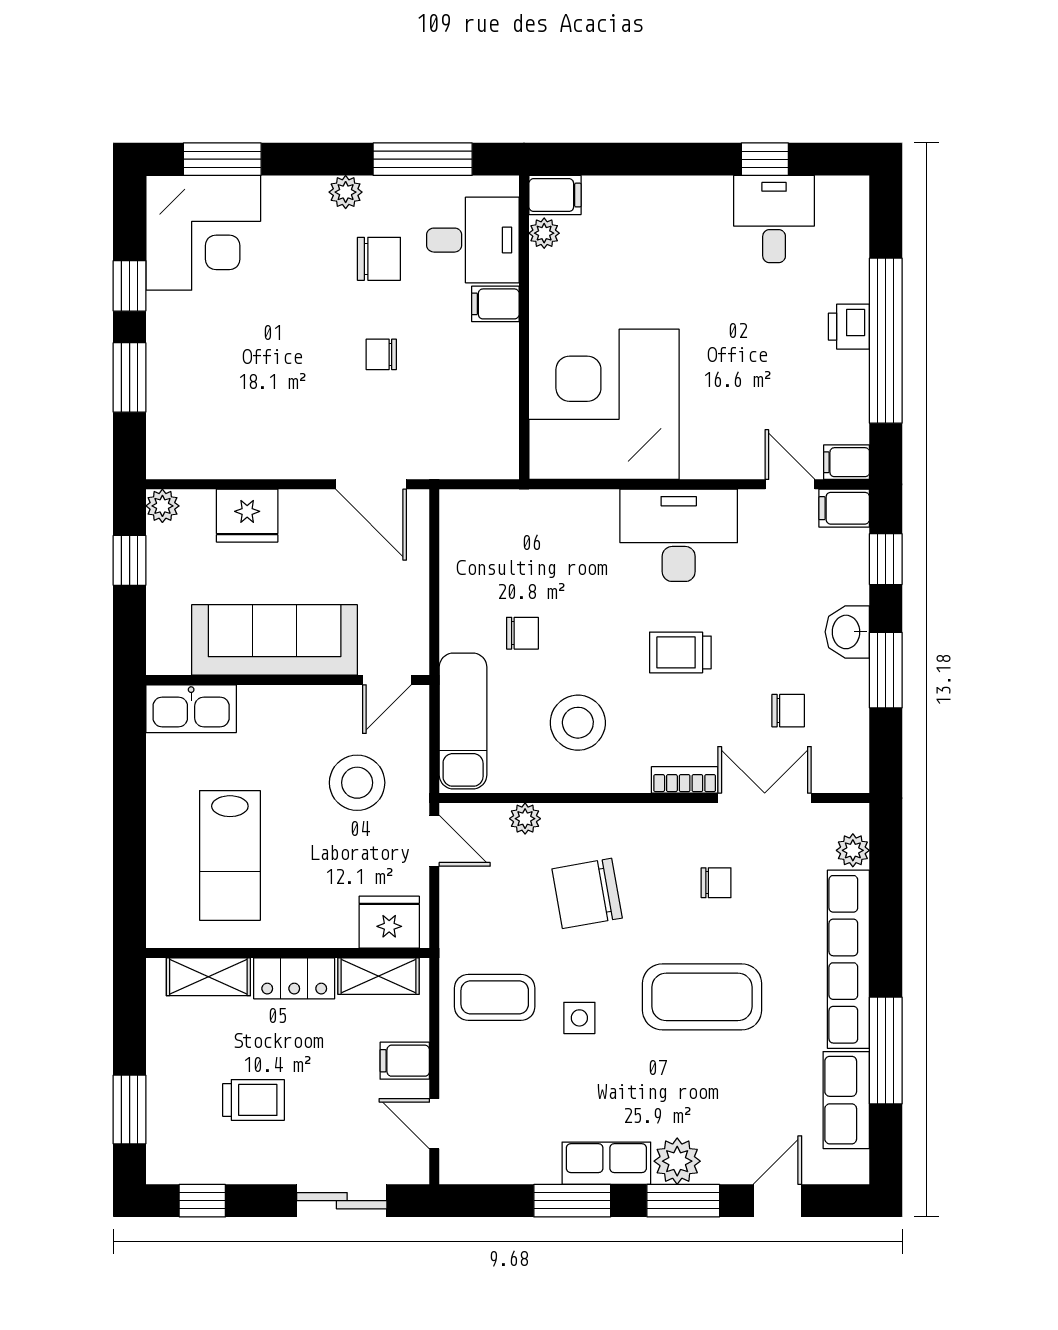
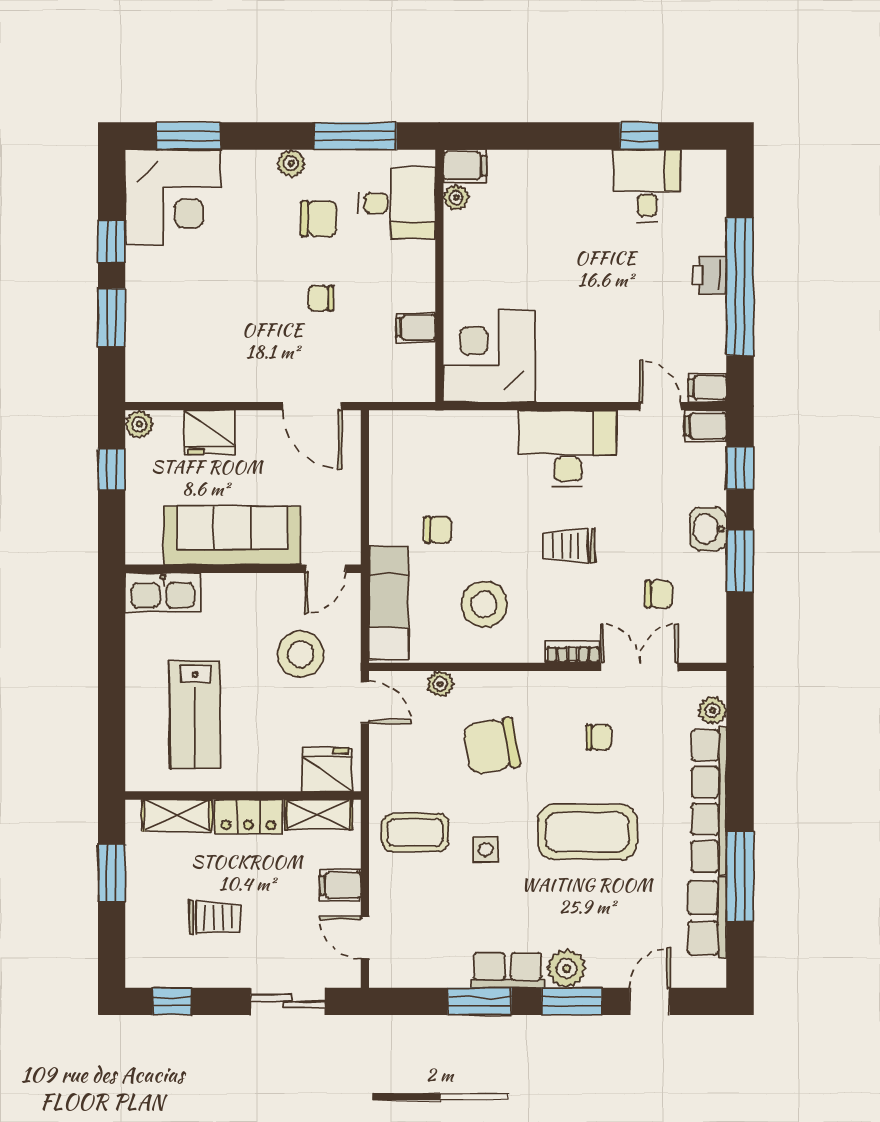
filing cabinet: (495, 304) -> (416, 327), moved
corner desk: (604, 404) -> (489, 356), width x0.74, depth x0.74
window: (130, 1109) -> (112, 873), moved

